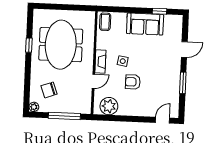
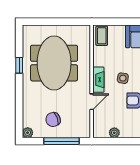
chair: (49, 90) -> (53, 119), moved
plant: (109, 106) -> (114, 133), width x0.53, depth x0.53

